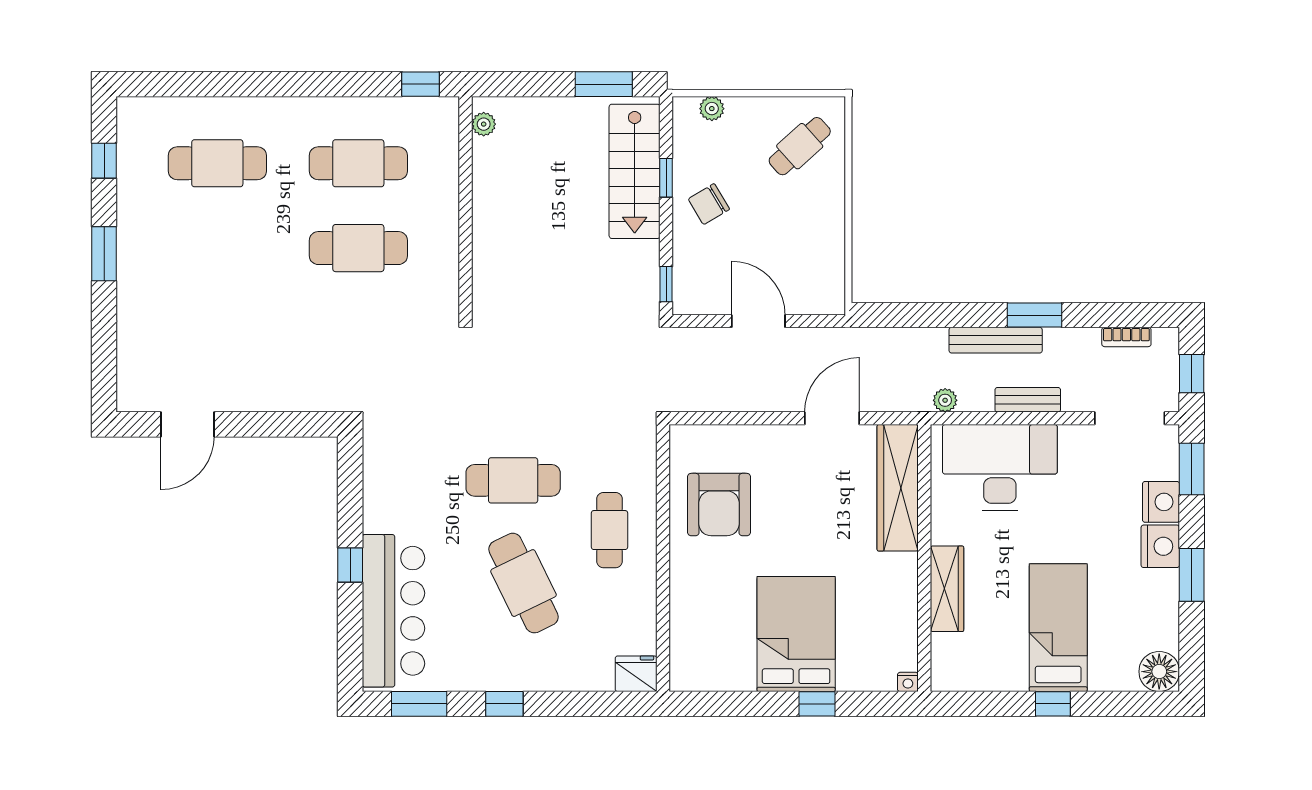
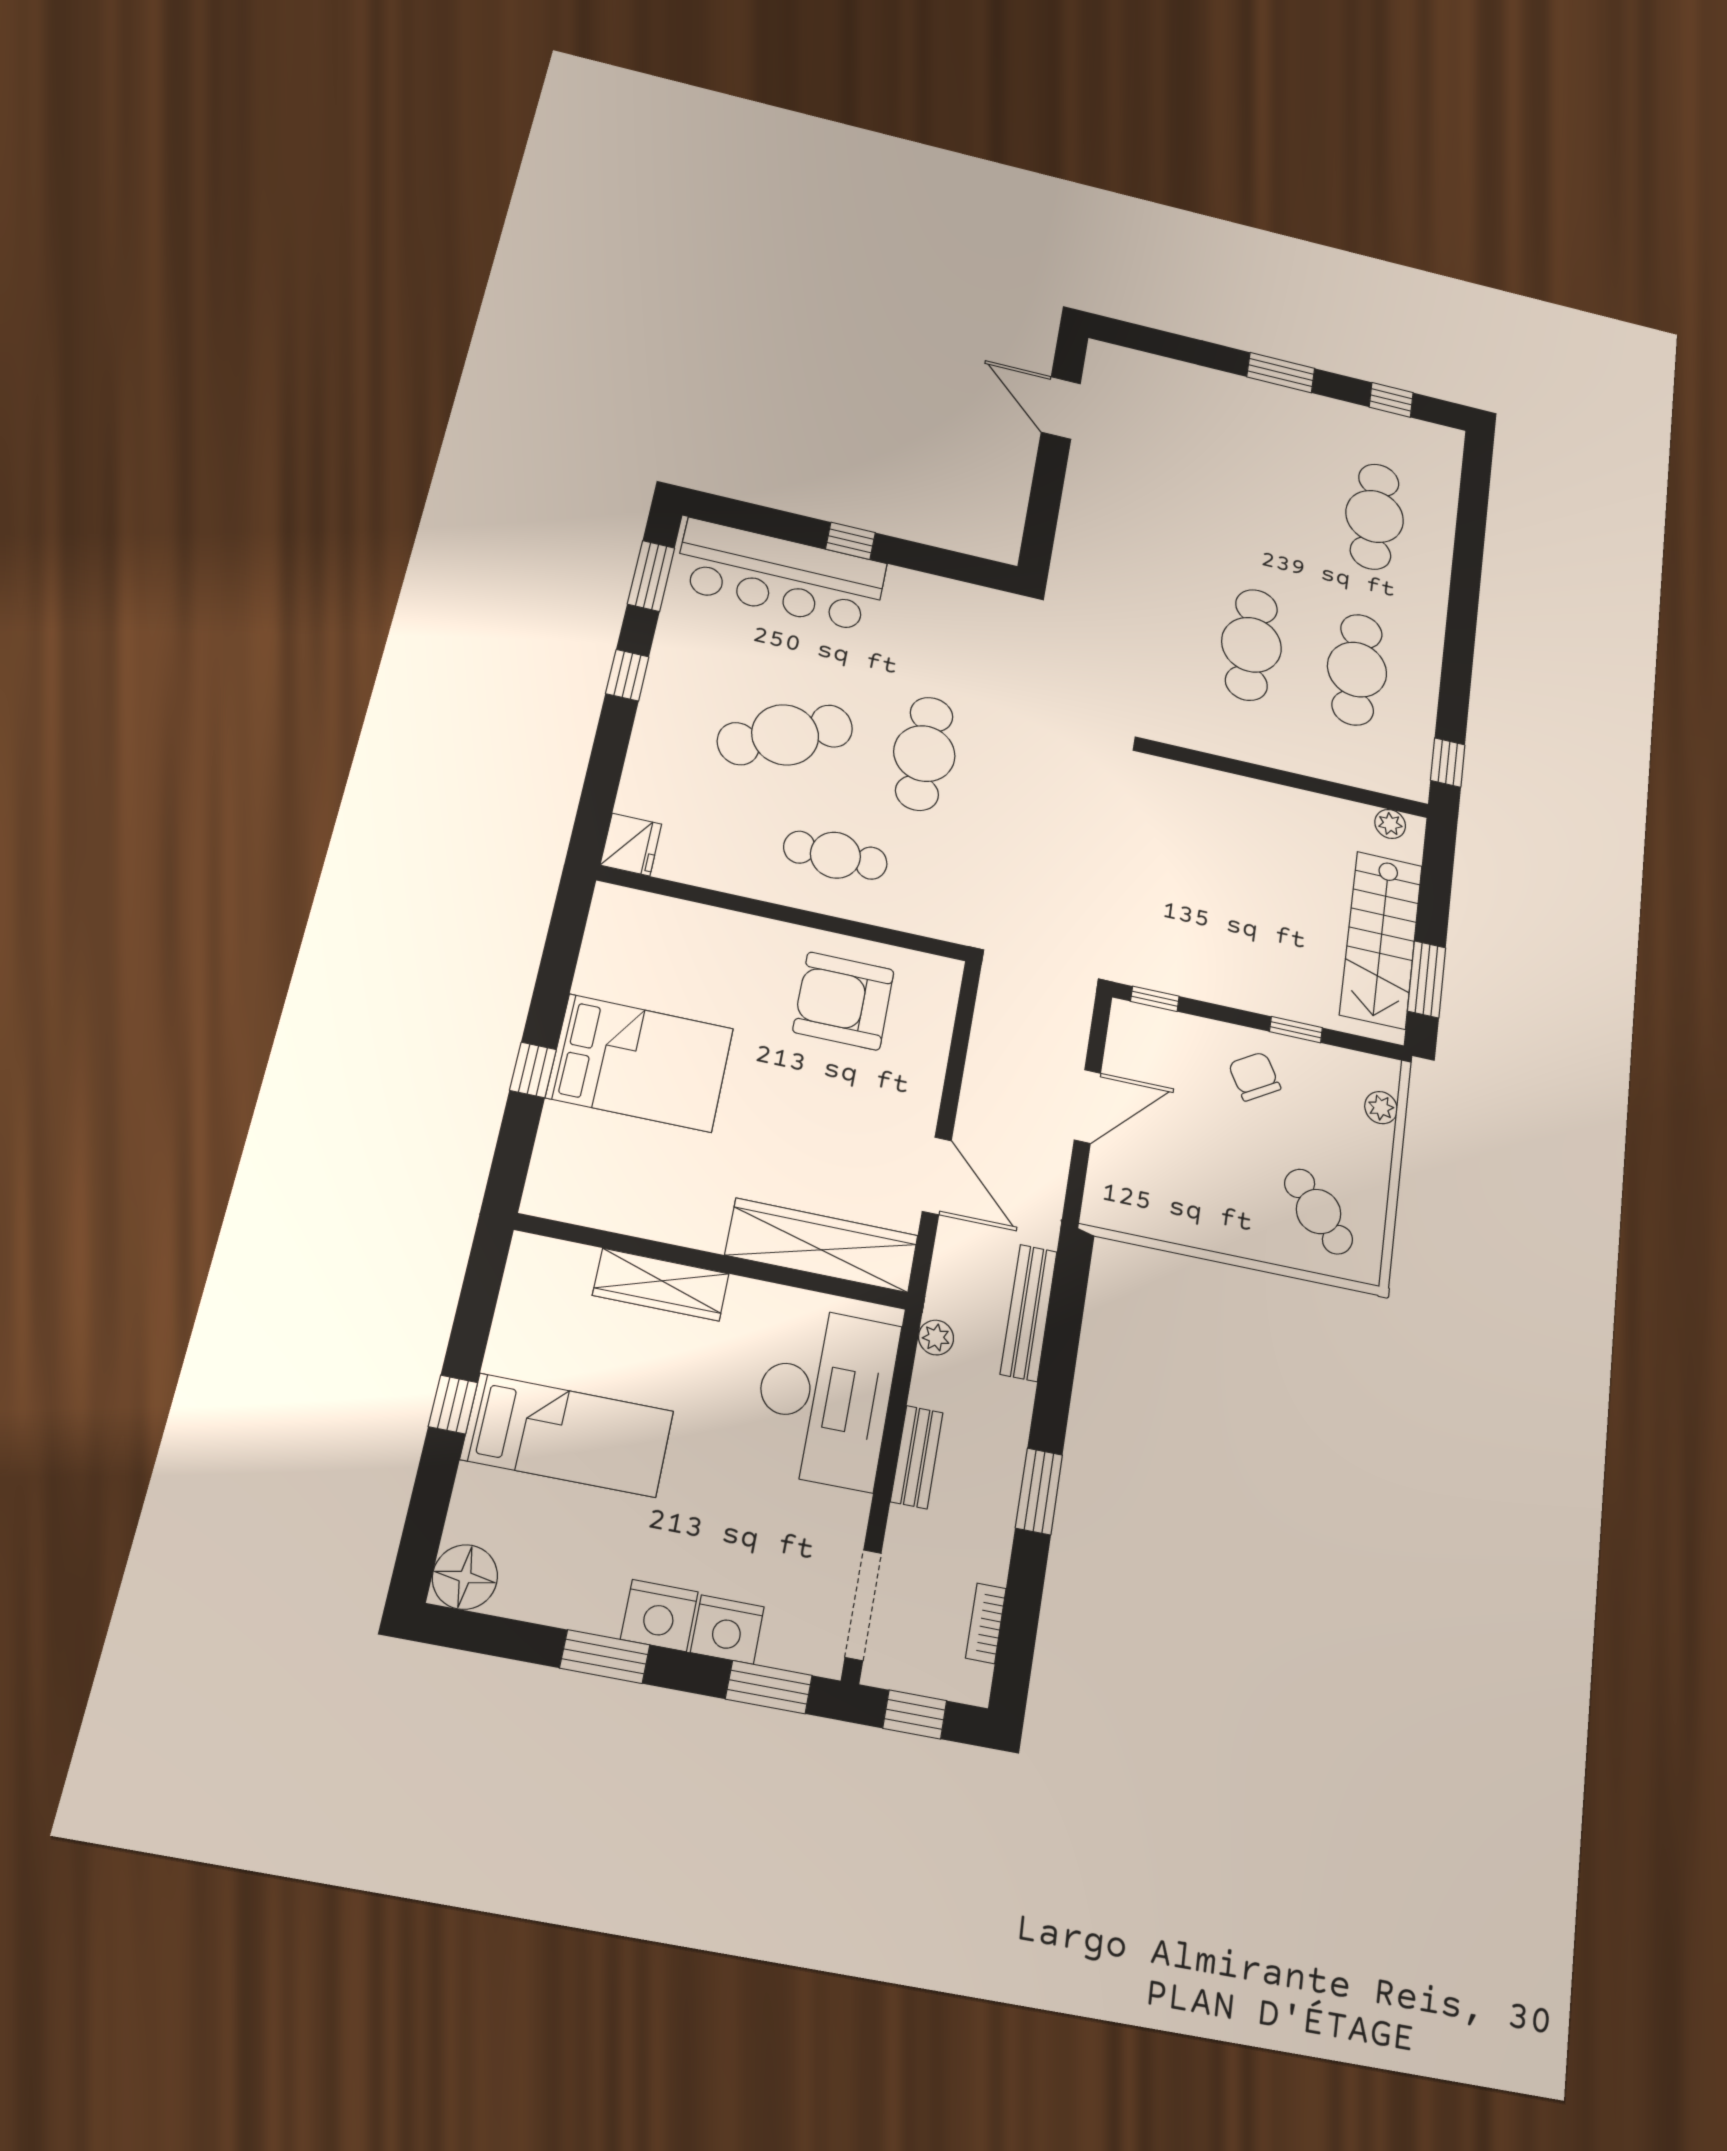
stairs: (635, 171) -> (1381, 940), moved, turned -90
bench: (996, 340) -> (1029, 1313), moved
nightstand: (908, 682) -> (536, 1201), removed

